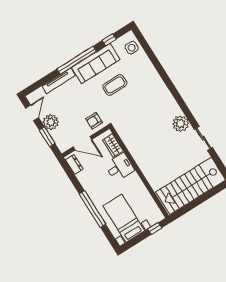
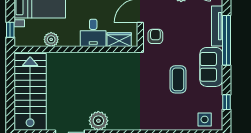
window: (77, 60) -> (226, 40), moved
sofa: (96, 63) -> (211, 67), width x0.73
plant: (143, 194) -> (51, 39), added

